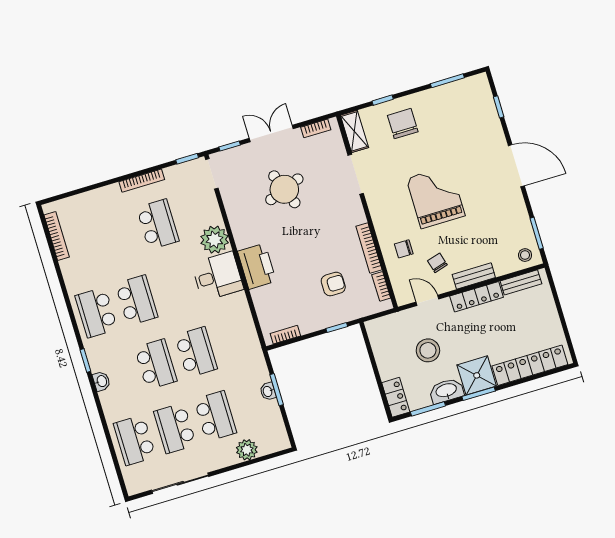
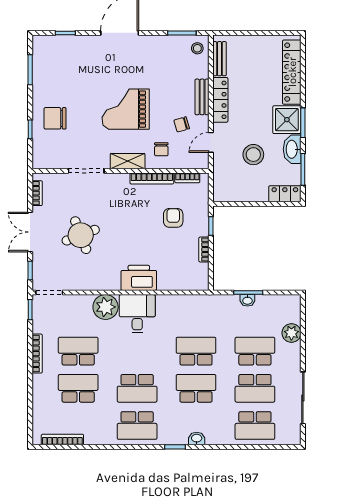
shelving: (354, 131) -> (128, 161), moved
school desk: (117, 236) -> (78, 388), added
school desk: (137, 300) -> (137, 388), turned 180
bookcase: (285, 335) -> (204, 249), moved

